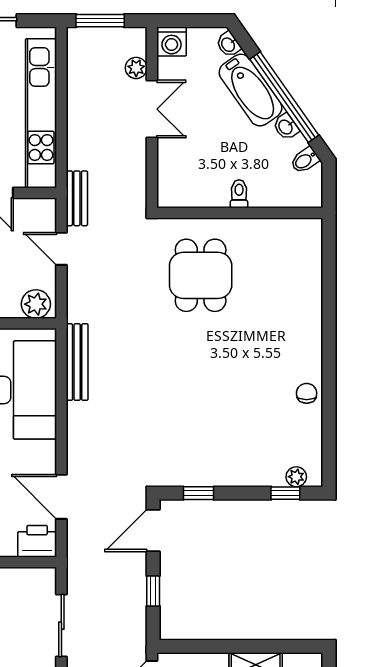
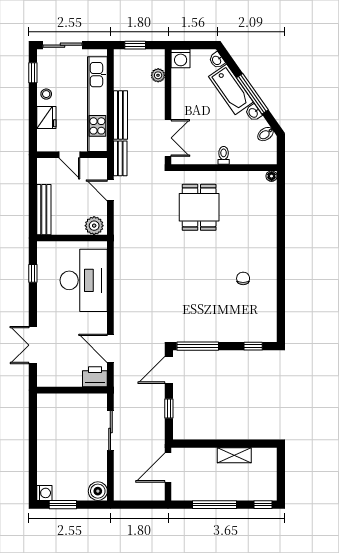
window: (100, 21) -> (135, 45), width x0.67
window: (284, 97) -> (252, 94), width x0.68
double door: (152, 109) -> (168, 138), moved
floor lamp: (314, 226) -> (272, 176), added
bench: (77, 362) -> (120, 115), moved
chair: (307, 393) -> (243, 278), moved
plant: (296, 477) -> (260, 336), removed
window: (199, 493) -> (198, 346), width x2.17

